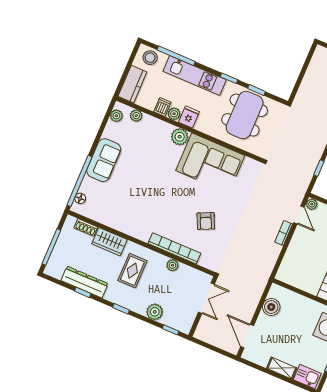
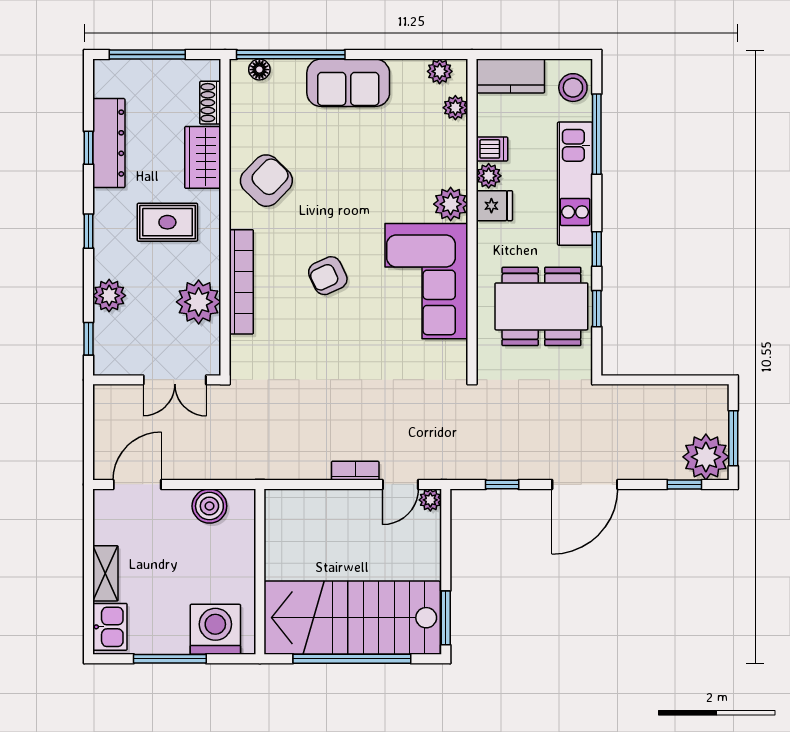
armchair: (133, 217) -> (266, 181), added
armchair: (206, 221) -> (328, 276), moved
plant: (172, 265) -> (199, 302), width x1.87, depth x1.87

